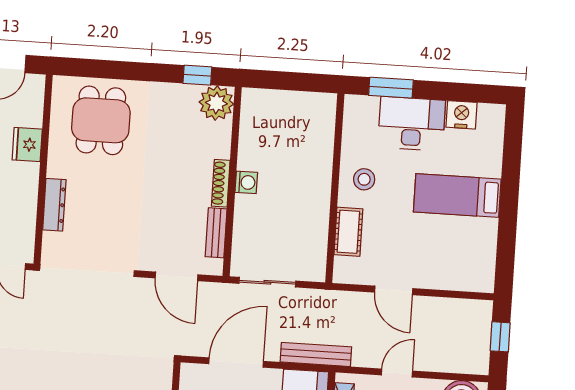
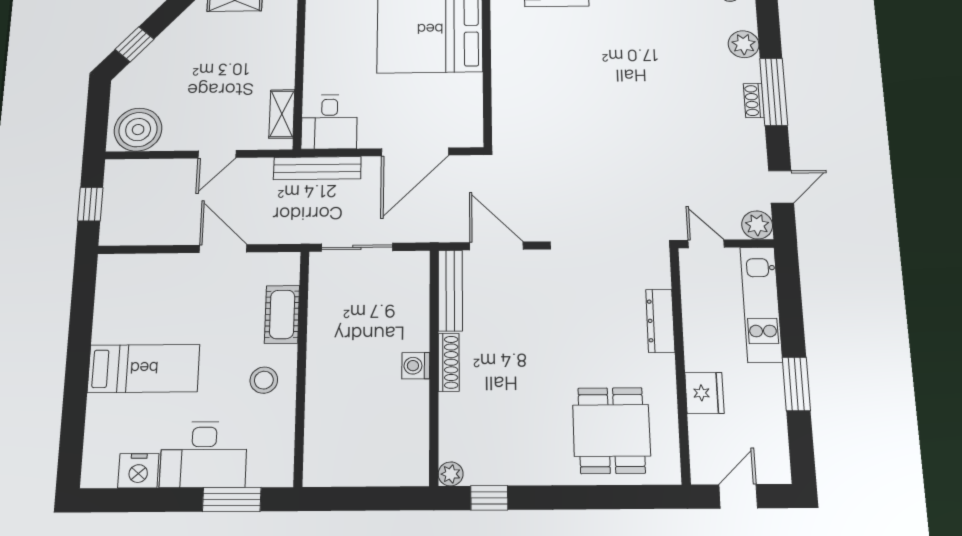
plant: (216, 103) -> (451, 474), width x0.53, depth x0.53
bench: (216, 233) -> (450, 290), width x1.36
sliding door: (267, 282) -> (357, 247), moved

